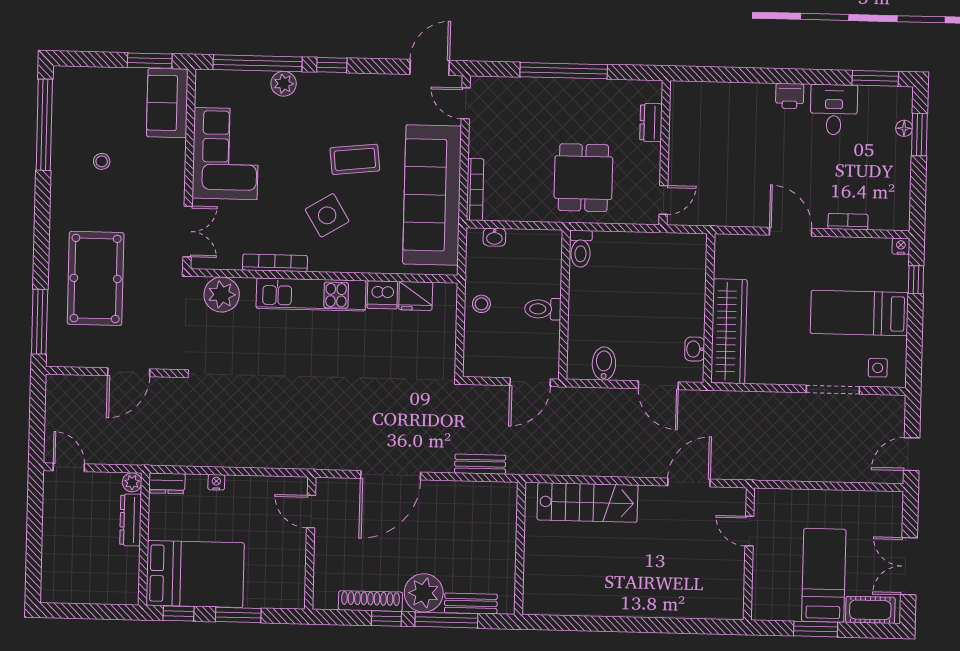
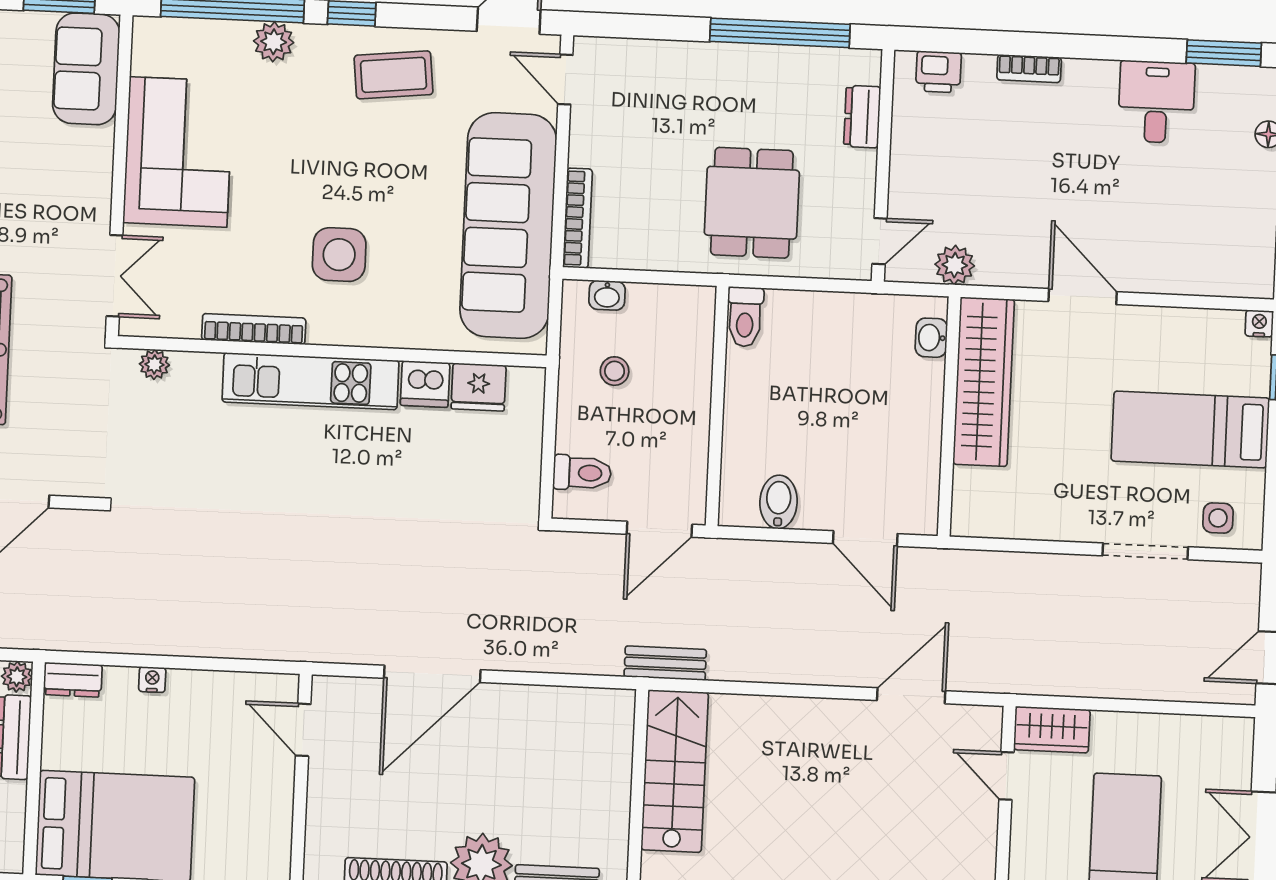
window: (564, 71) -> (780, 33), moved
printer: (790, 96) -> (938, 72), moved
coffee table: (355, 159) -> (394, 75), moved
plant: (710, 214) -> (955, 265), added
side table: (327, 215) -> (339, 255), turned 31
bookcase: (848, 222) -> (1029, 69), moved, turned 180
plant: (222, 295) -> (154, 364), width x0.53, depth x0.53
stool: (481, 304) -> (615, 371), moved
toilet: (543, 309) -> (582, 473), moved, turned 180
wardrobe: (729, 331) -> (984, 382), moved
washbasin: (695, 349) -> (931, 338), moved
bench: (480, 464) -> (665, 663), moved
stairs: (587, 502) -> (675, 771), moved, turned -90
wardrobe: (777, 502) -> (1052, 730), added

